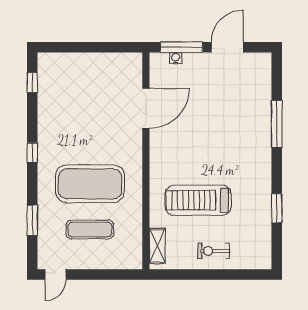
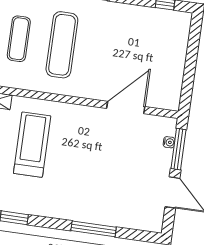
door: (146, 108) -> (126, 108), swing flipped
exercise mat: (90, 184) -> (62, 45), width x0.68

